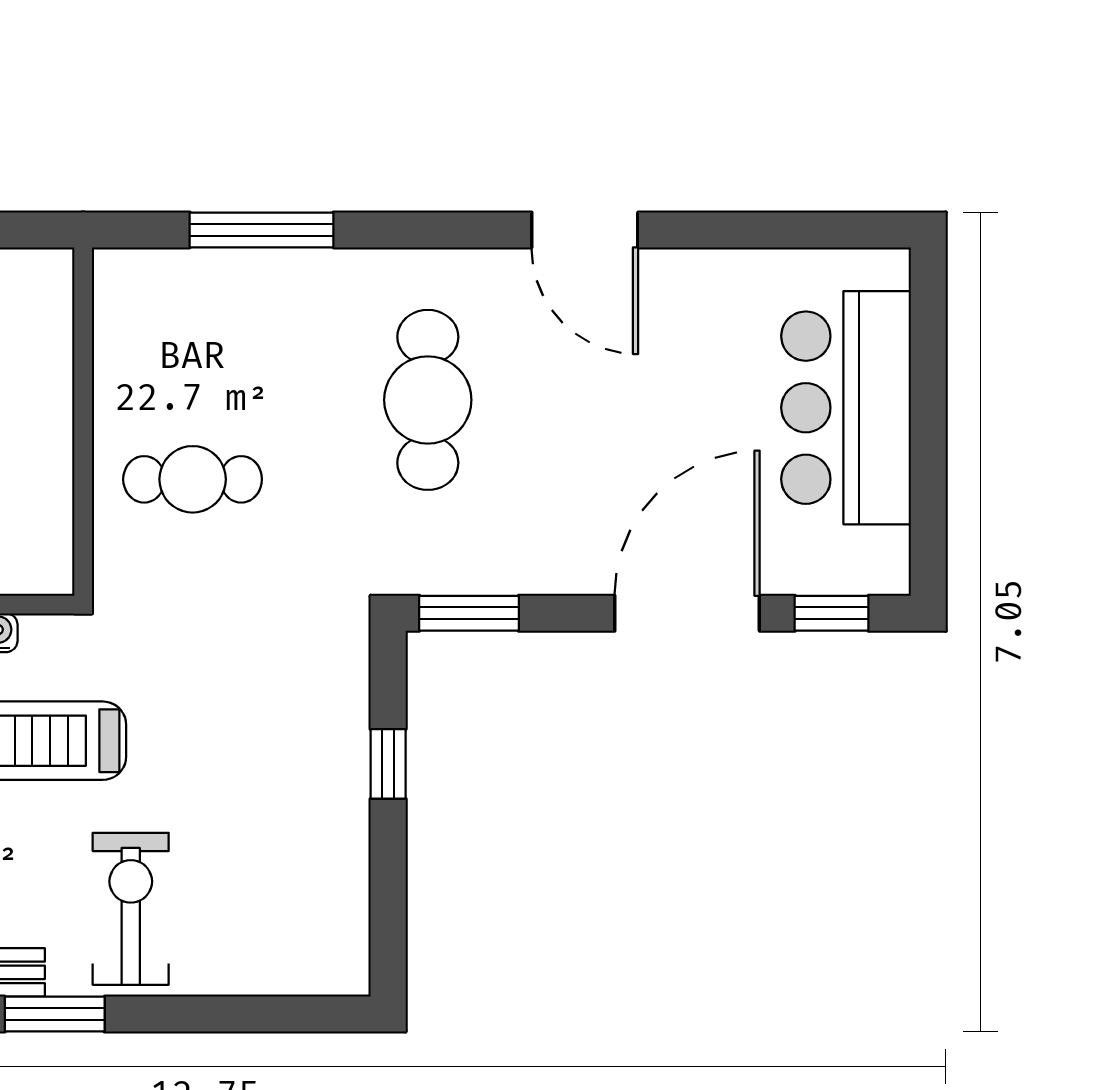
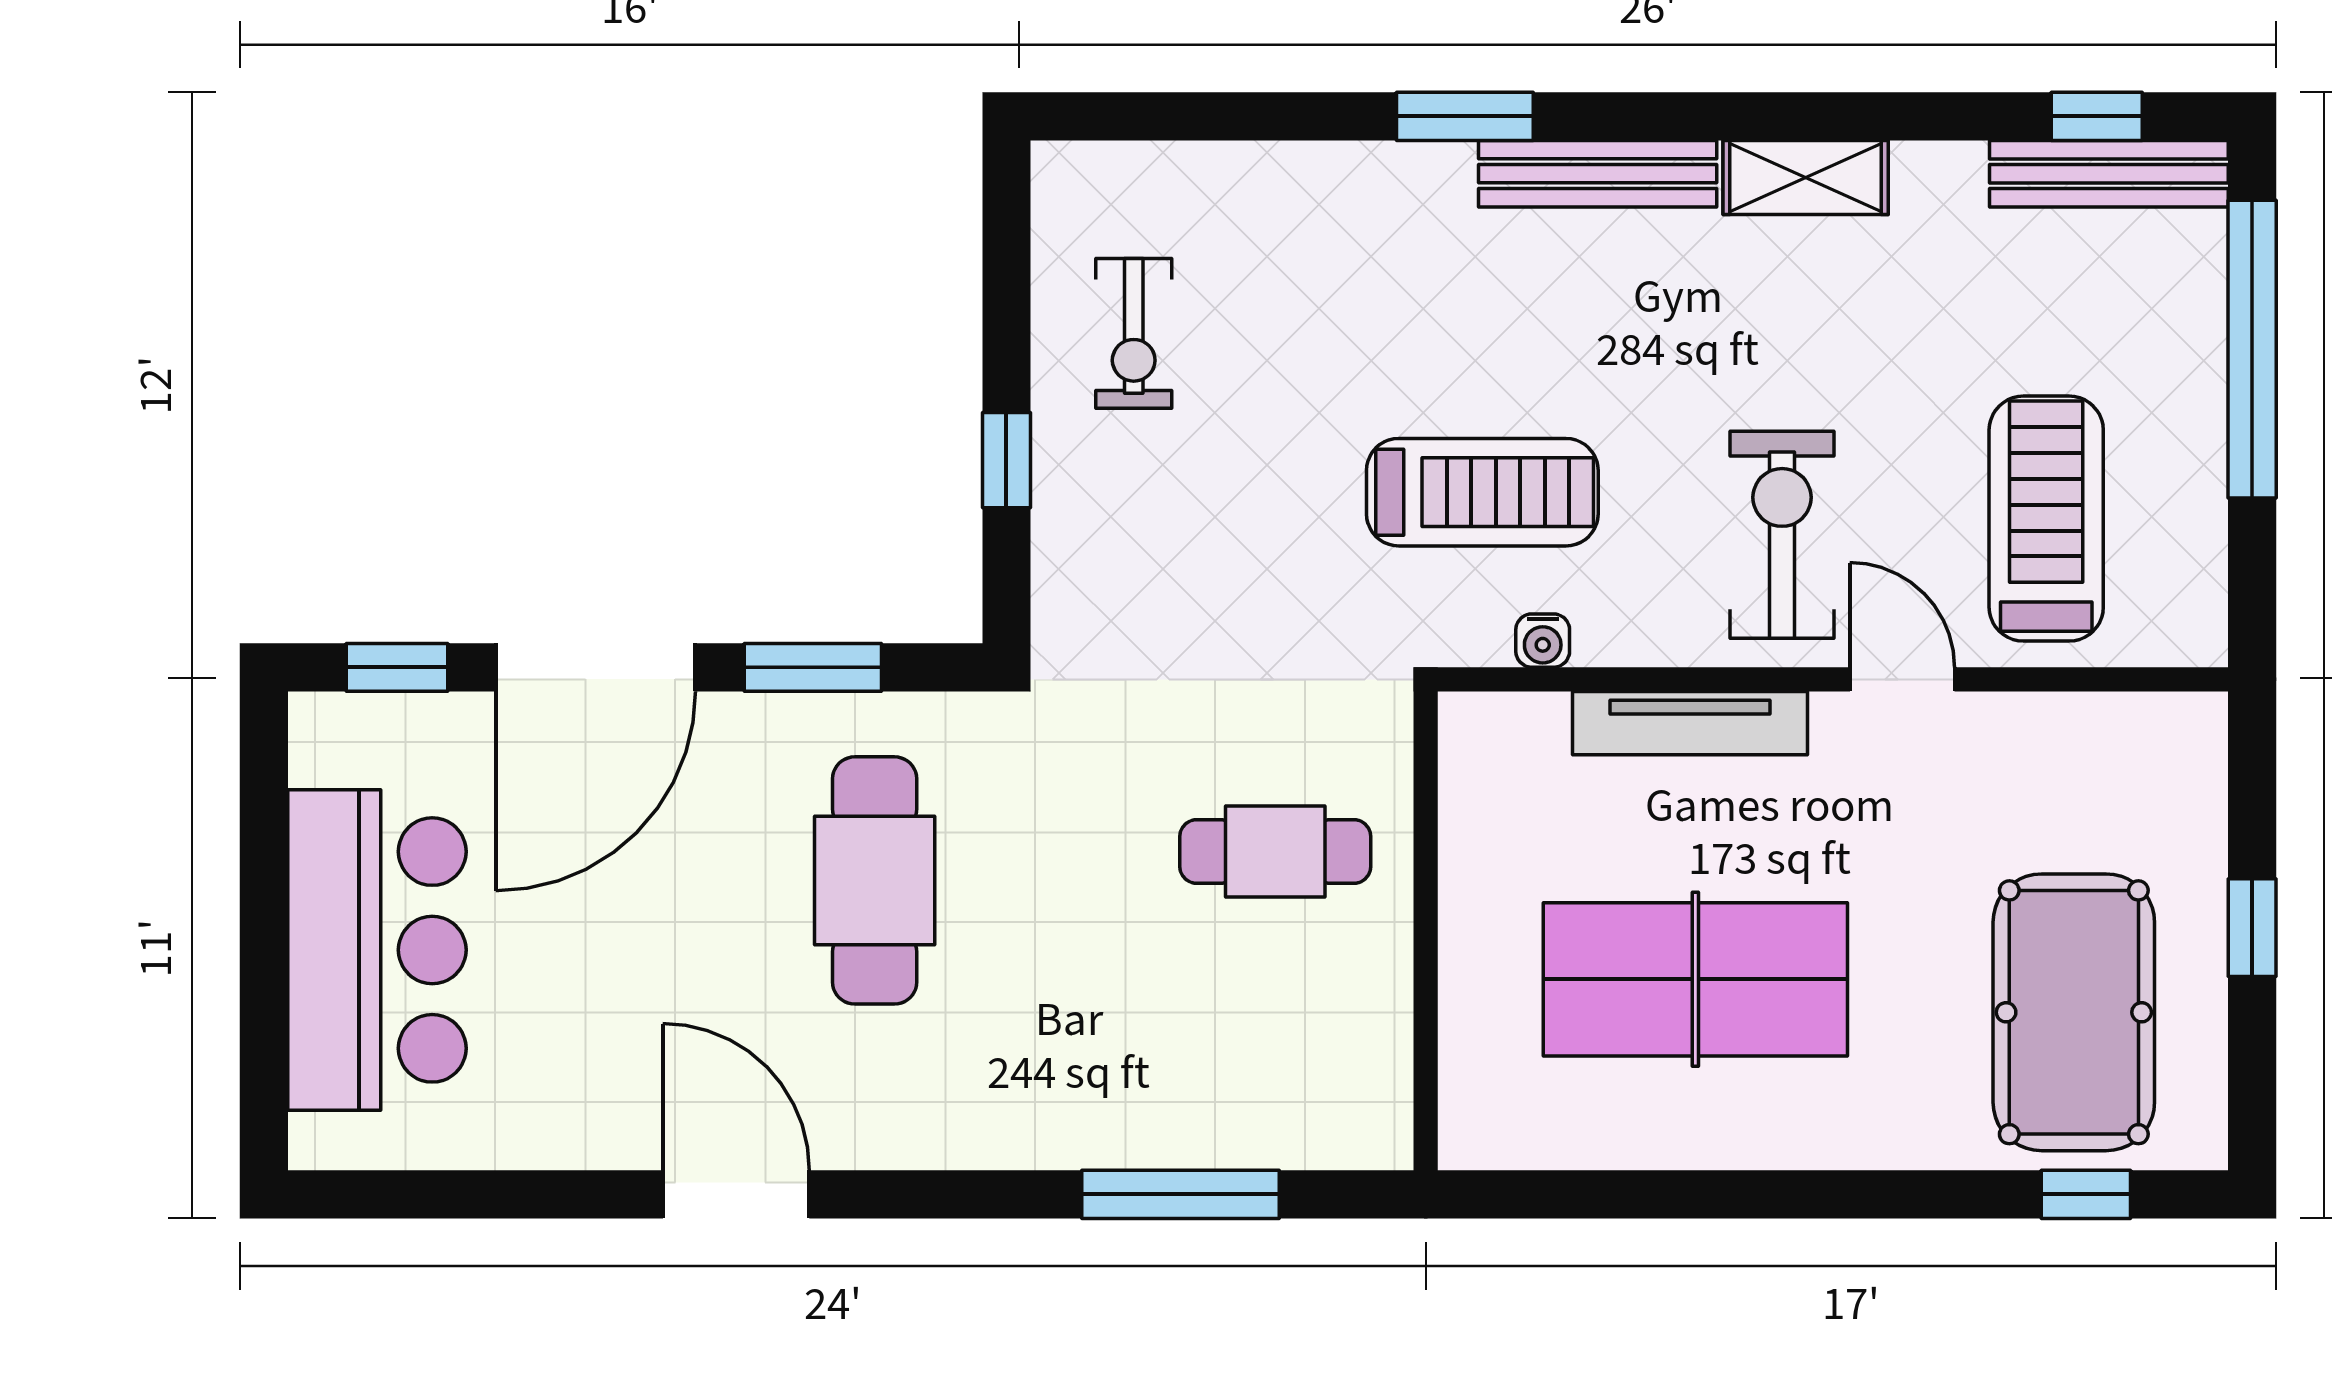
cafe table: (428, 400) -> (875, 880), moved
window: (469, 613) -> (813, 667), moved
exercise bike: (131, 909) -> (1134, 333), moved, width x0.73, depth x0.72

